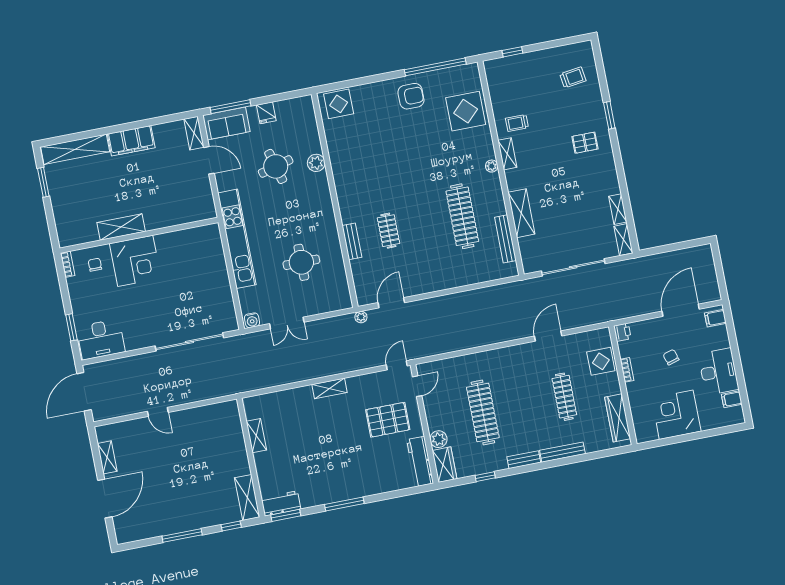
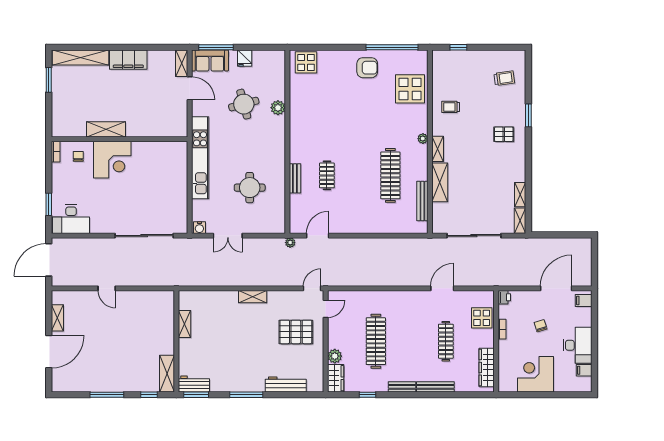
shelving: (507, 154) -> (438, 149), moved
workbench: (420, 461) -> (286, 384), moved, turned 90

